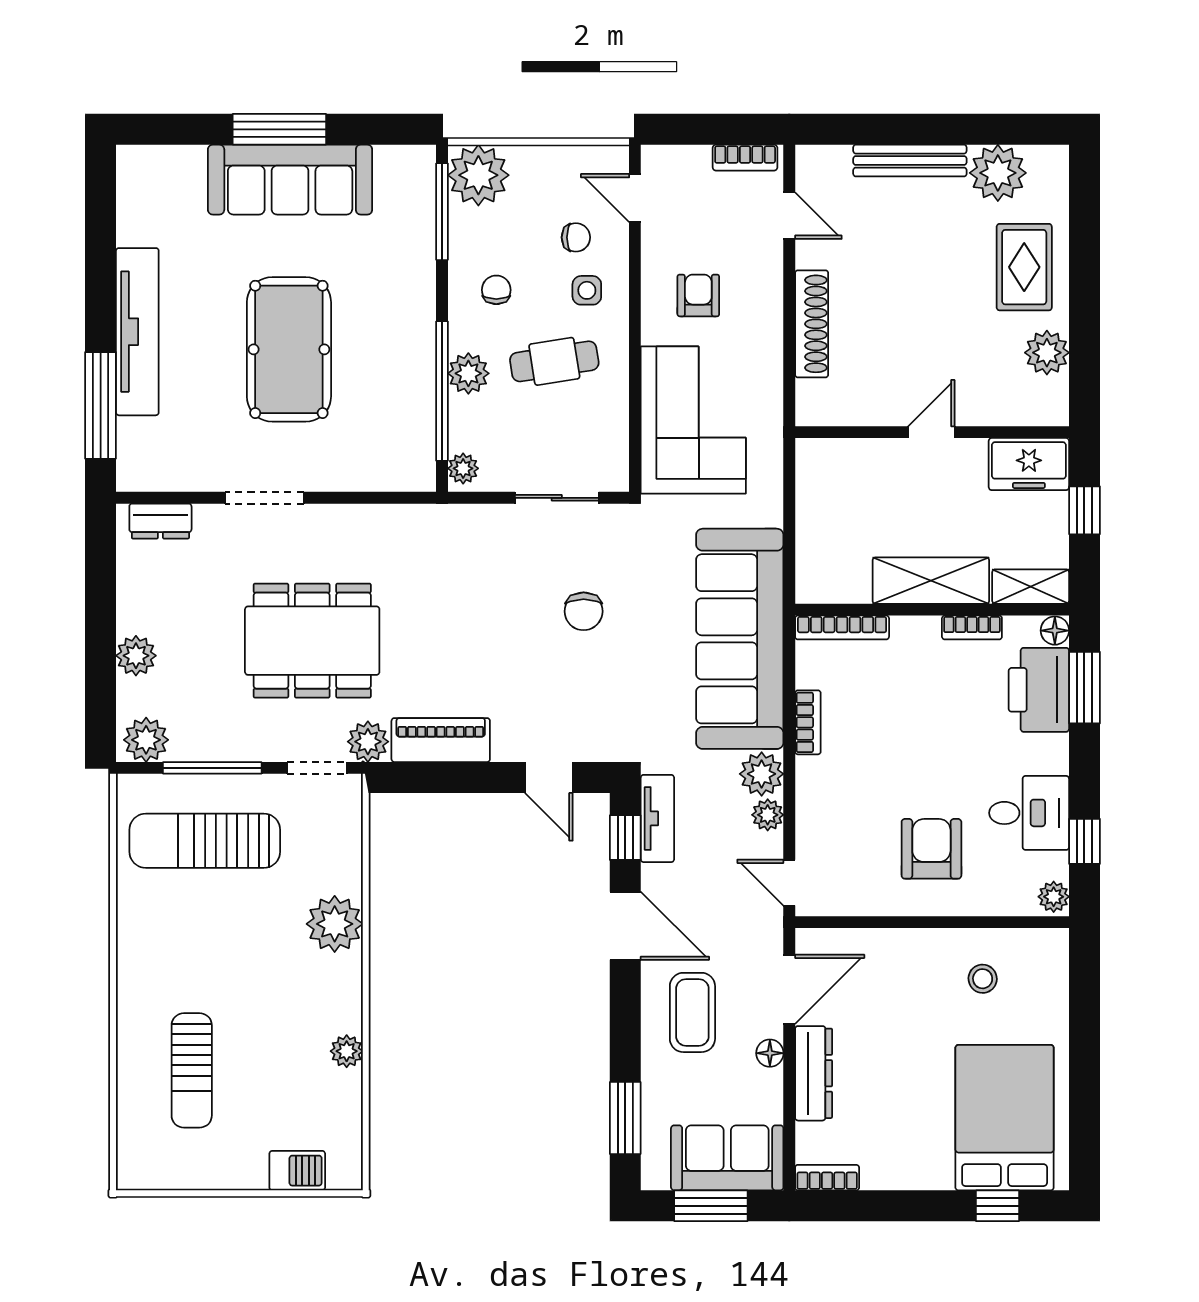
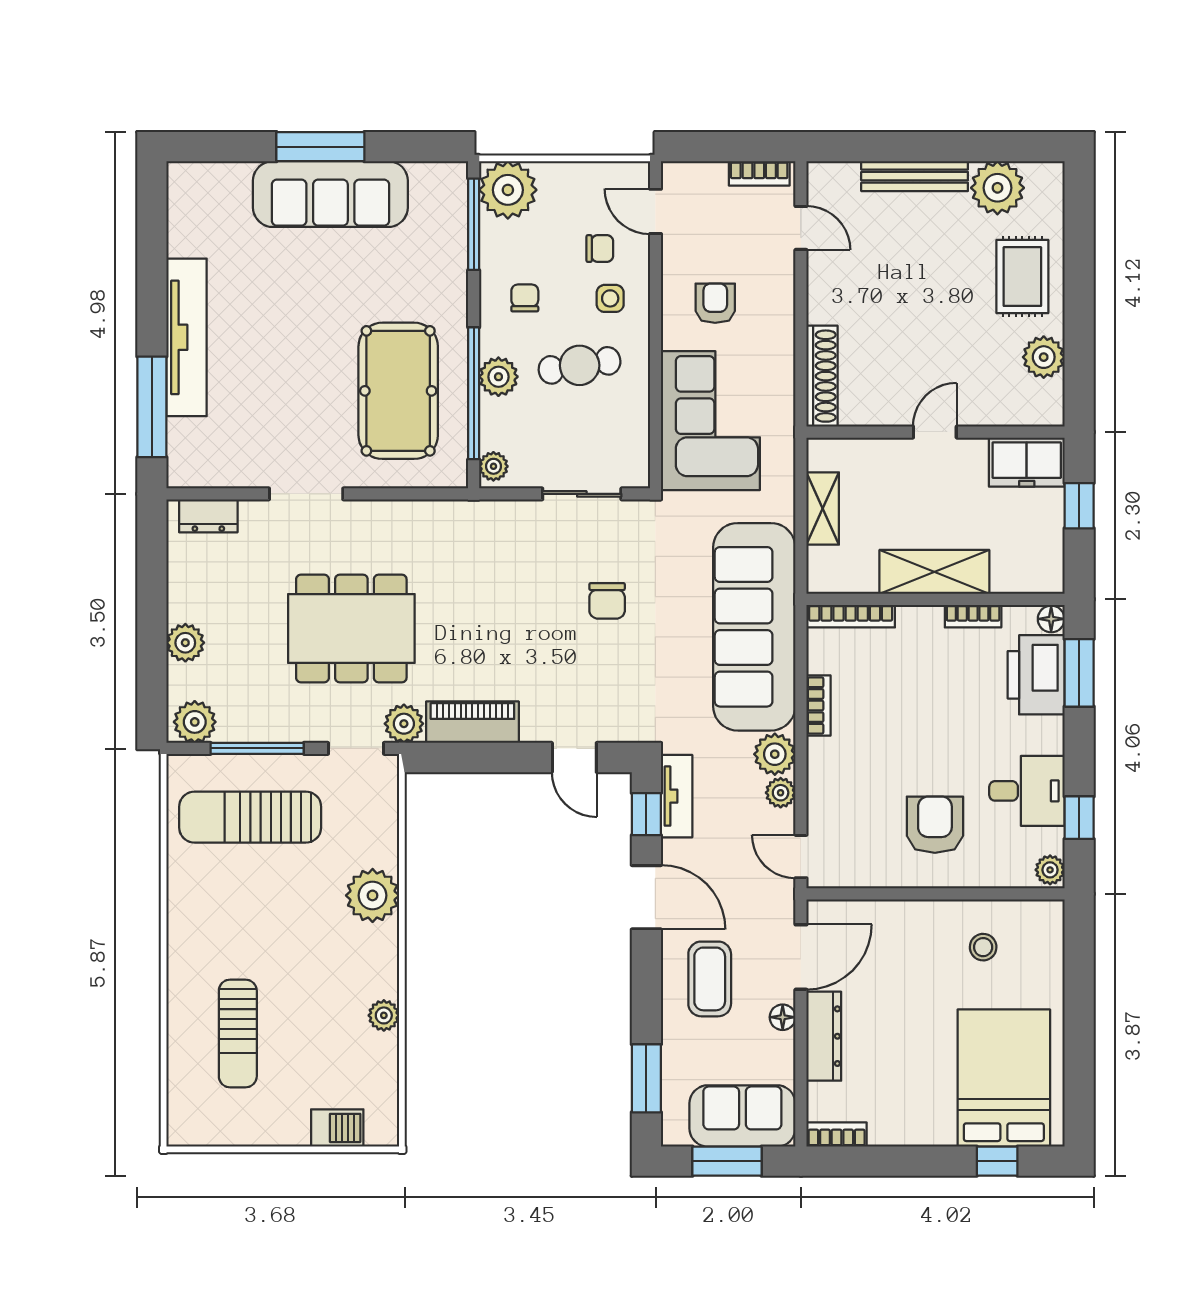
shoe rack: (812, 324) -> (822, 376), moved
pool table: (289, 349) -> (398, 391), moved
shelving: (1031, 587) -> (823, 508), moved, turned 90

